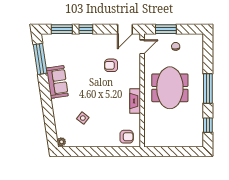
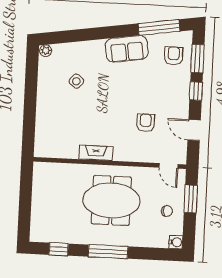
door: (125, 29) -> (194, 130), moved
water cooler: (198, 39) -> (176, 242), added
armchair: (127, 137) -> (174, 56), moved, turned 180

